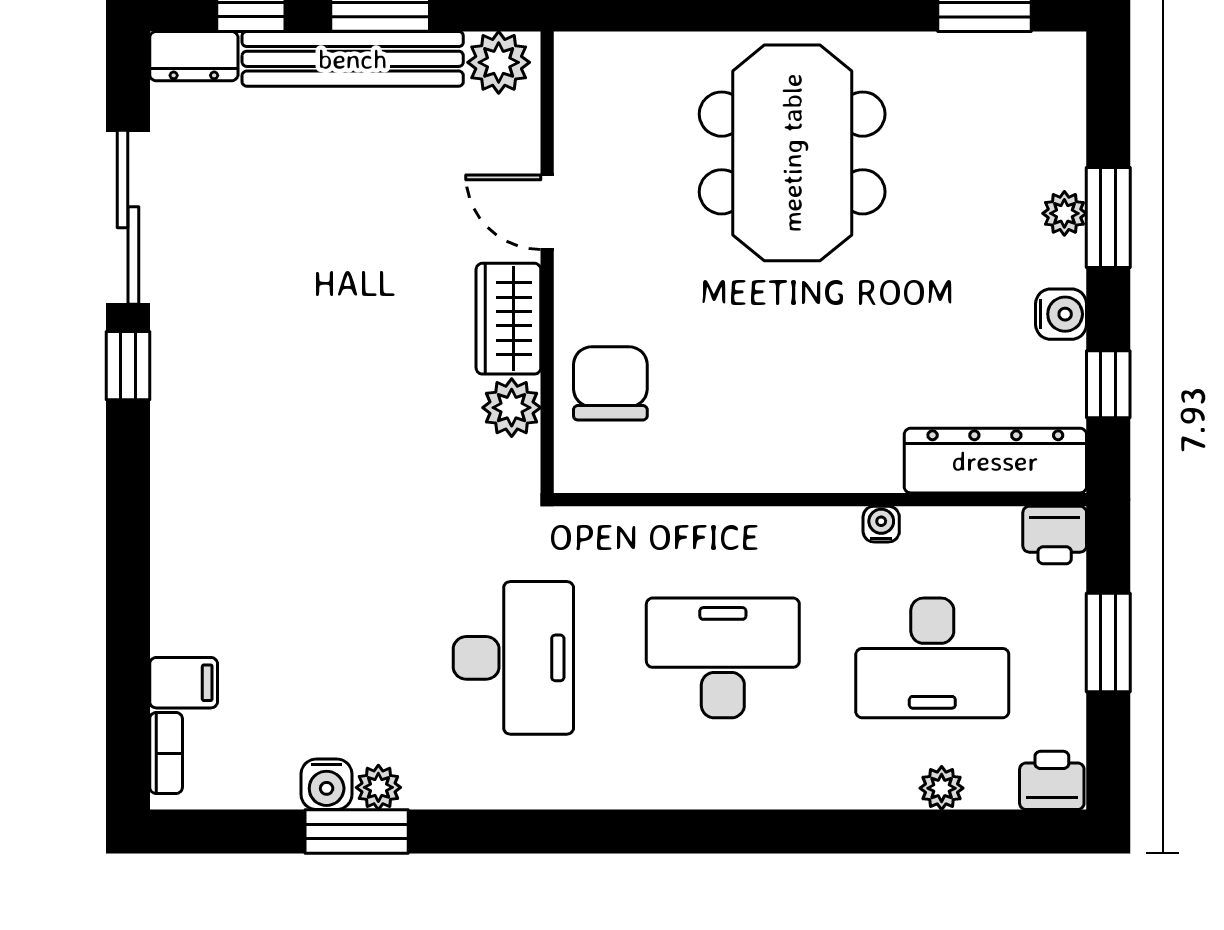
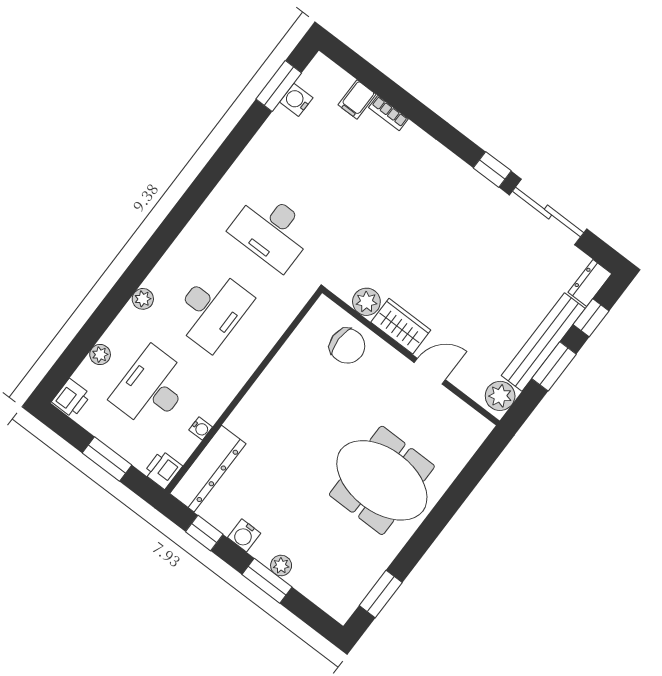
water cooler: (881, 524) -> (201, 428), moved
bookcase: (166, 753) -> (388, 113), moved
water cooler: (327, 784) -> (296, 100), moved
plant: (378, 787) -> (143, 299), moved
window: (357, 831) -> (279, 86), moved

